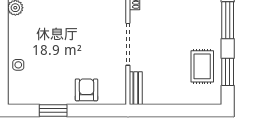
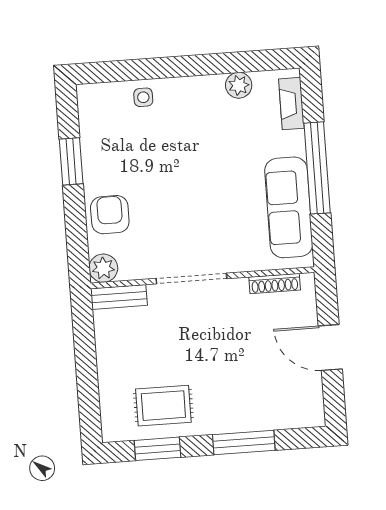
armchair: (86, 90) -> (110, 215), turned -90
plant: (118, 96) -> (103, 268), added

